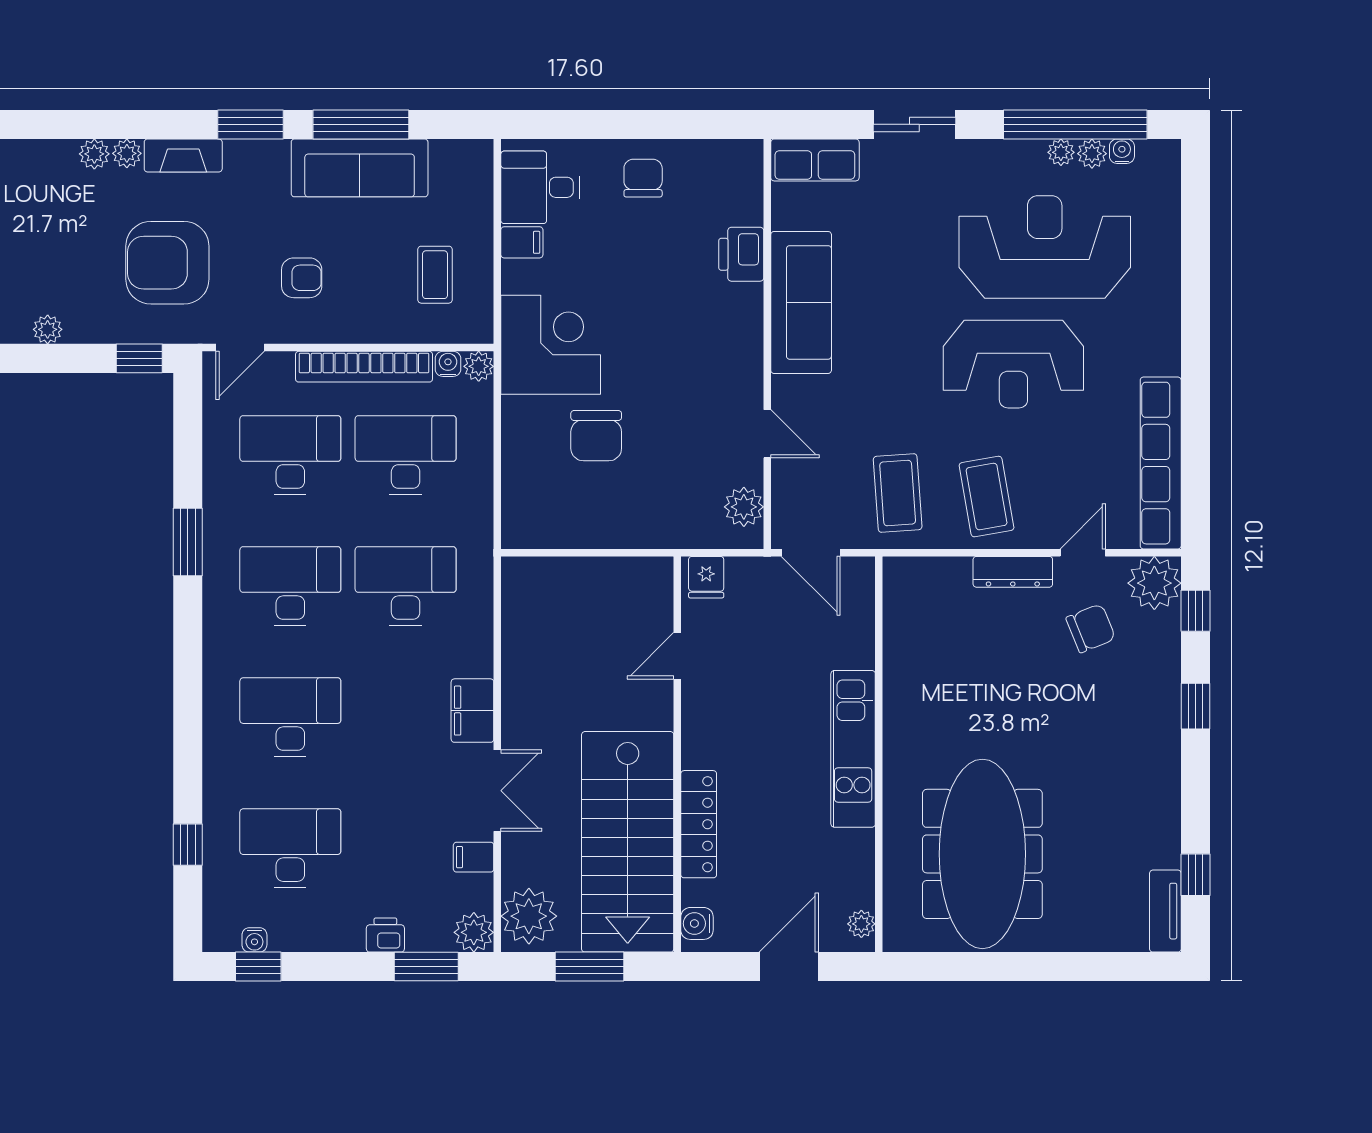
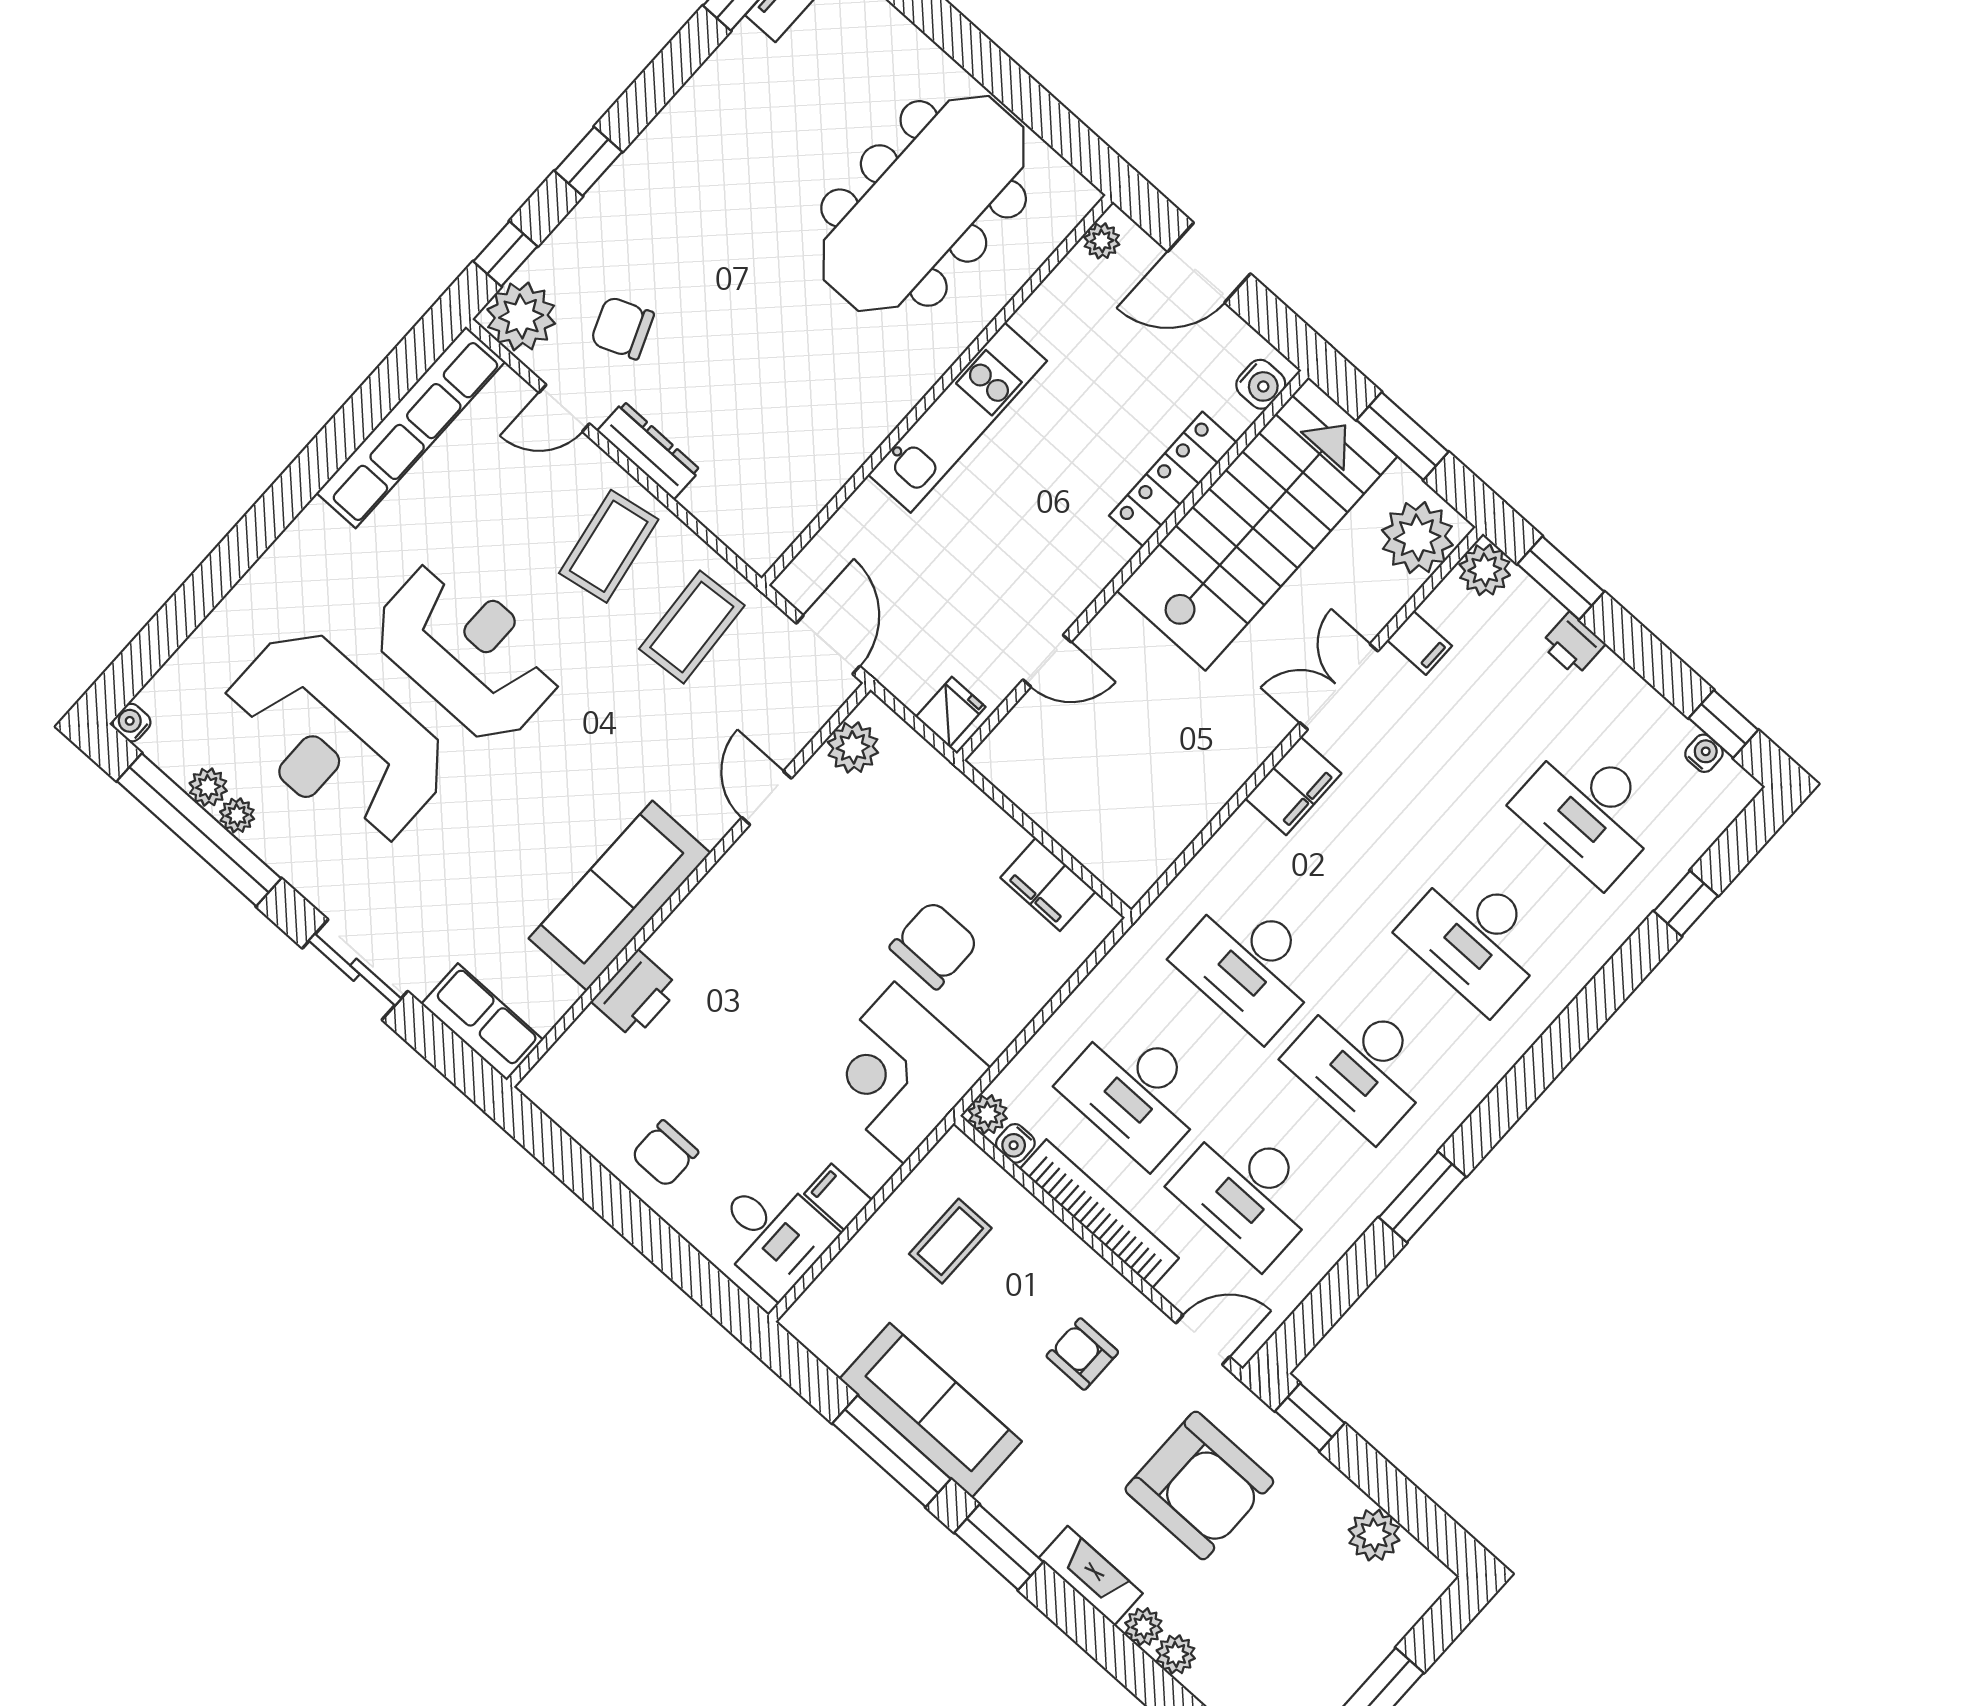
water cooler: (1122, 151) -> (132, 723), moved, turned 90
plant: (48, 329) -> (1374, 1535), width x1.38, depth x1.38
filing cabinet: (562, 529) -> (1048, 884), added

